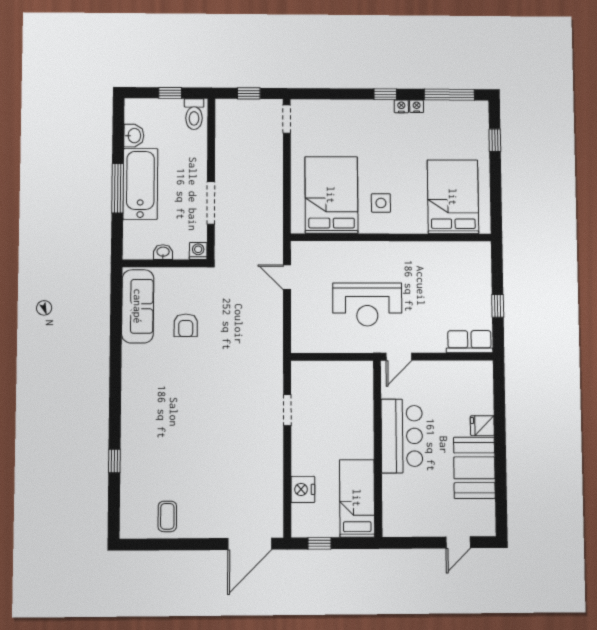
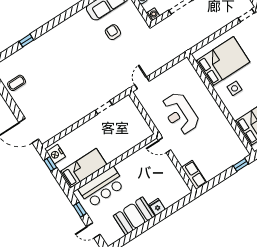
door: (287, 277) -> (142, 83), moved
window: (498, 306) -> (241, 165), moved
armchair: (186, 325) -> (113, 32), turned 90
bar counter: (402, 436) -> (102, 187), moved
nightstand: (303, 489) -> (56, 154), moved, turned -90
window: (415, 543) -> (80, 210), added

